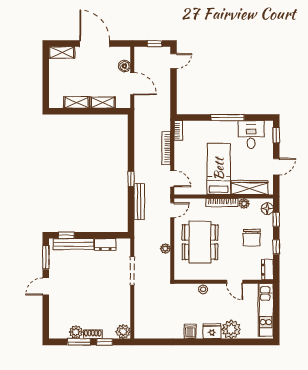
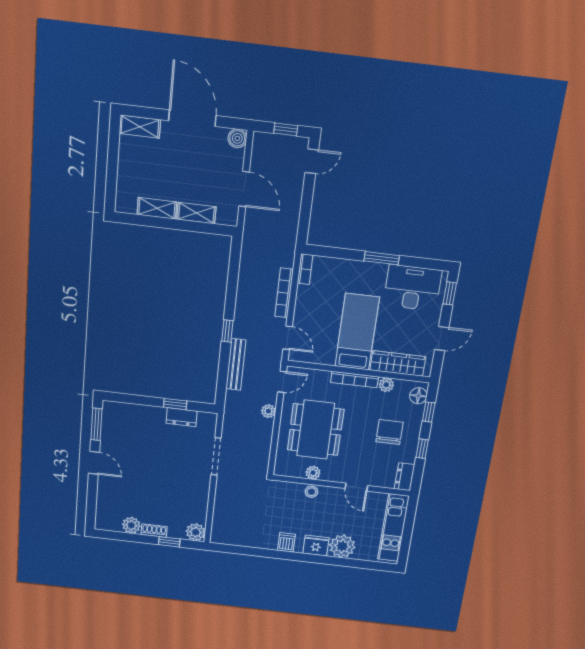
boiler: (124, 66) -> (237, 138), moved
window: (228, 118) -> (382, 258), width x0.69
desk: (251, 135) -> (412, 288), width x1.37
window: (66, 235) -> (175, 404), moved
chair: (252, 238) -> (389, 432), turned 180
bench: (74, 244) -> (137, 412), removed
plant: (165, 249) -> (268, 411), moved
plant: (202, 275) -> (313, 473), added
door: (46, 286) -> (94, 463), swing flipped
window: (79, 342) -> (135, 538), removed

